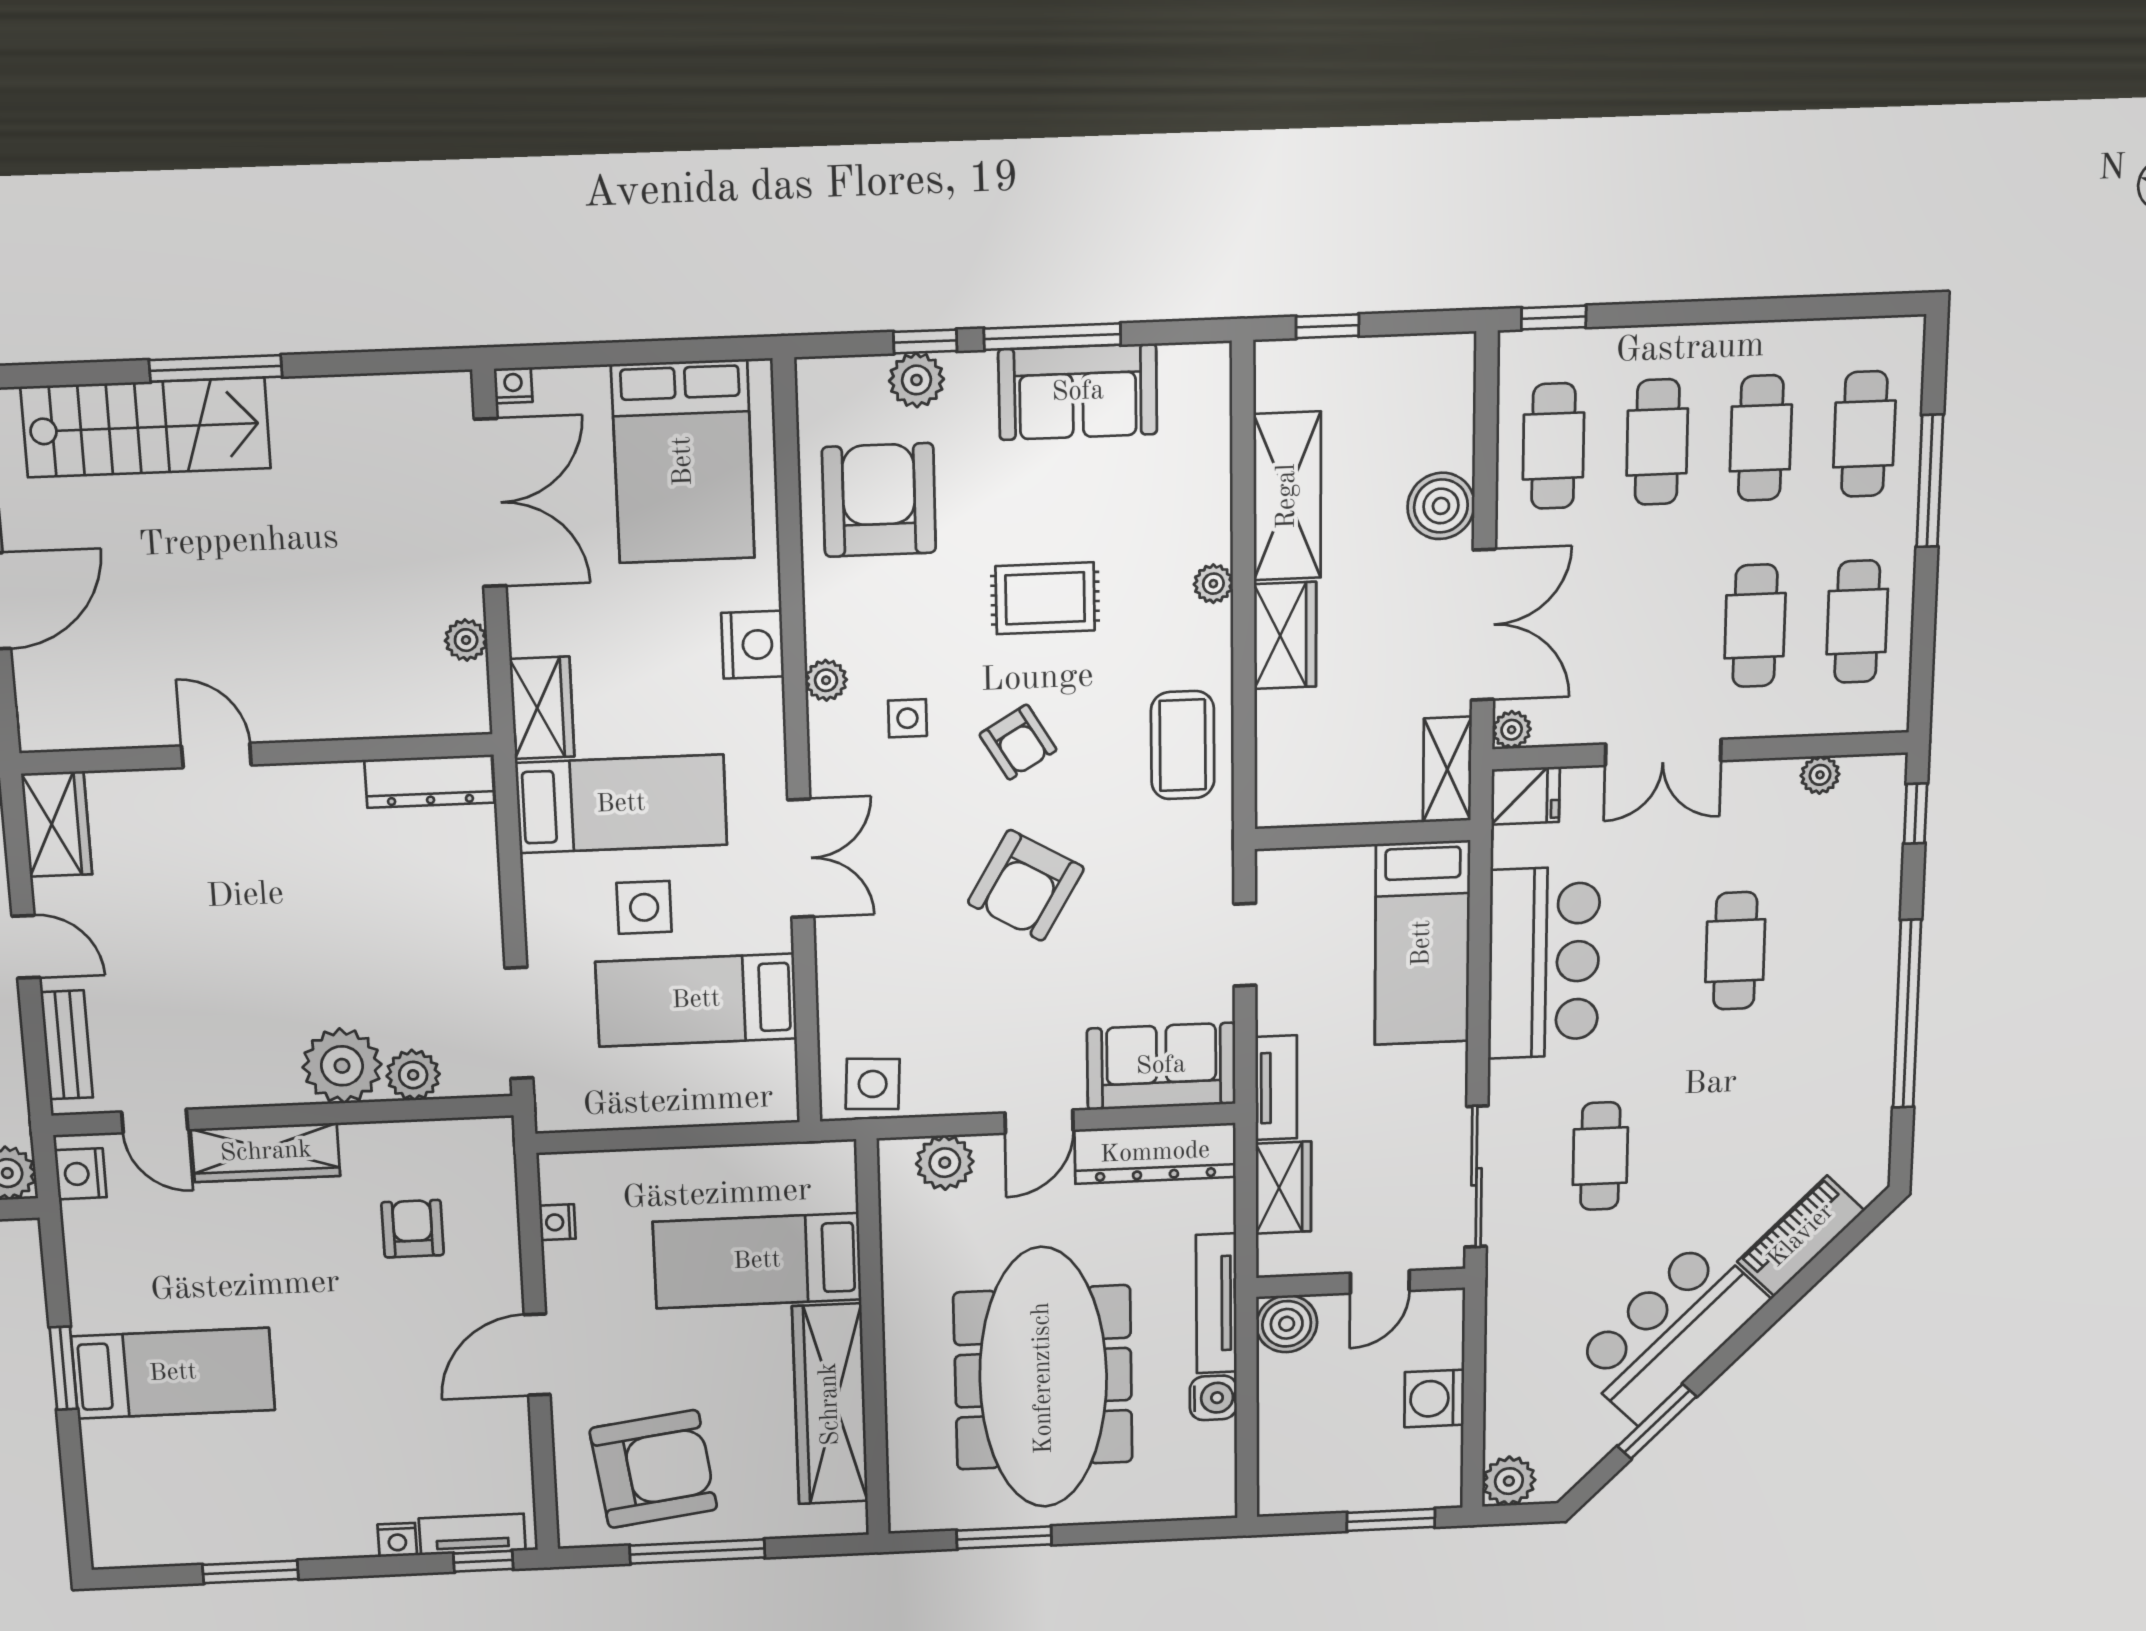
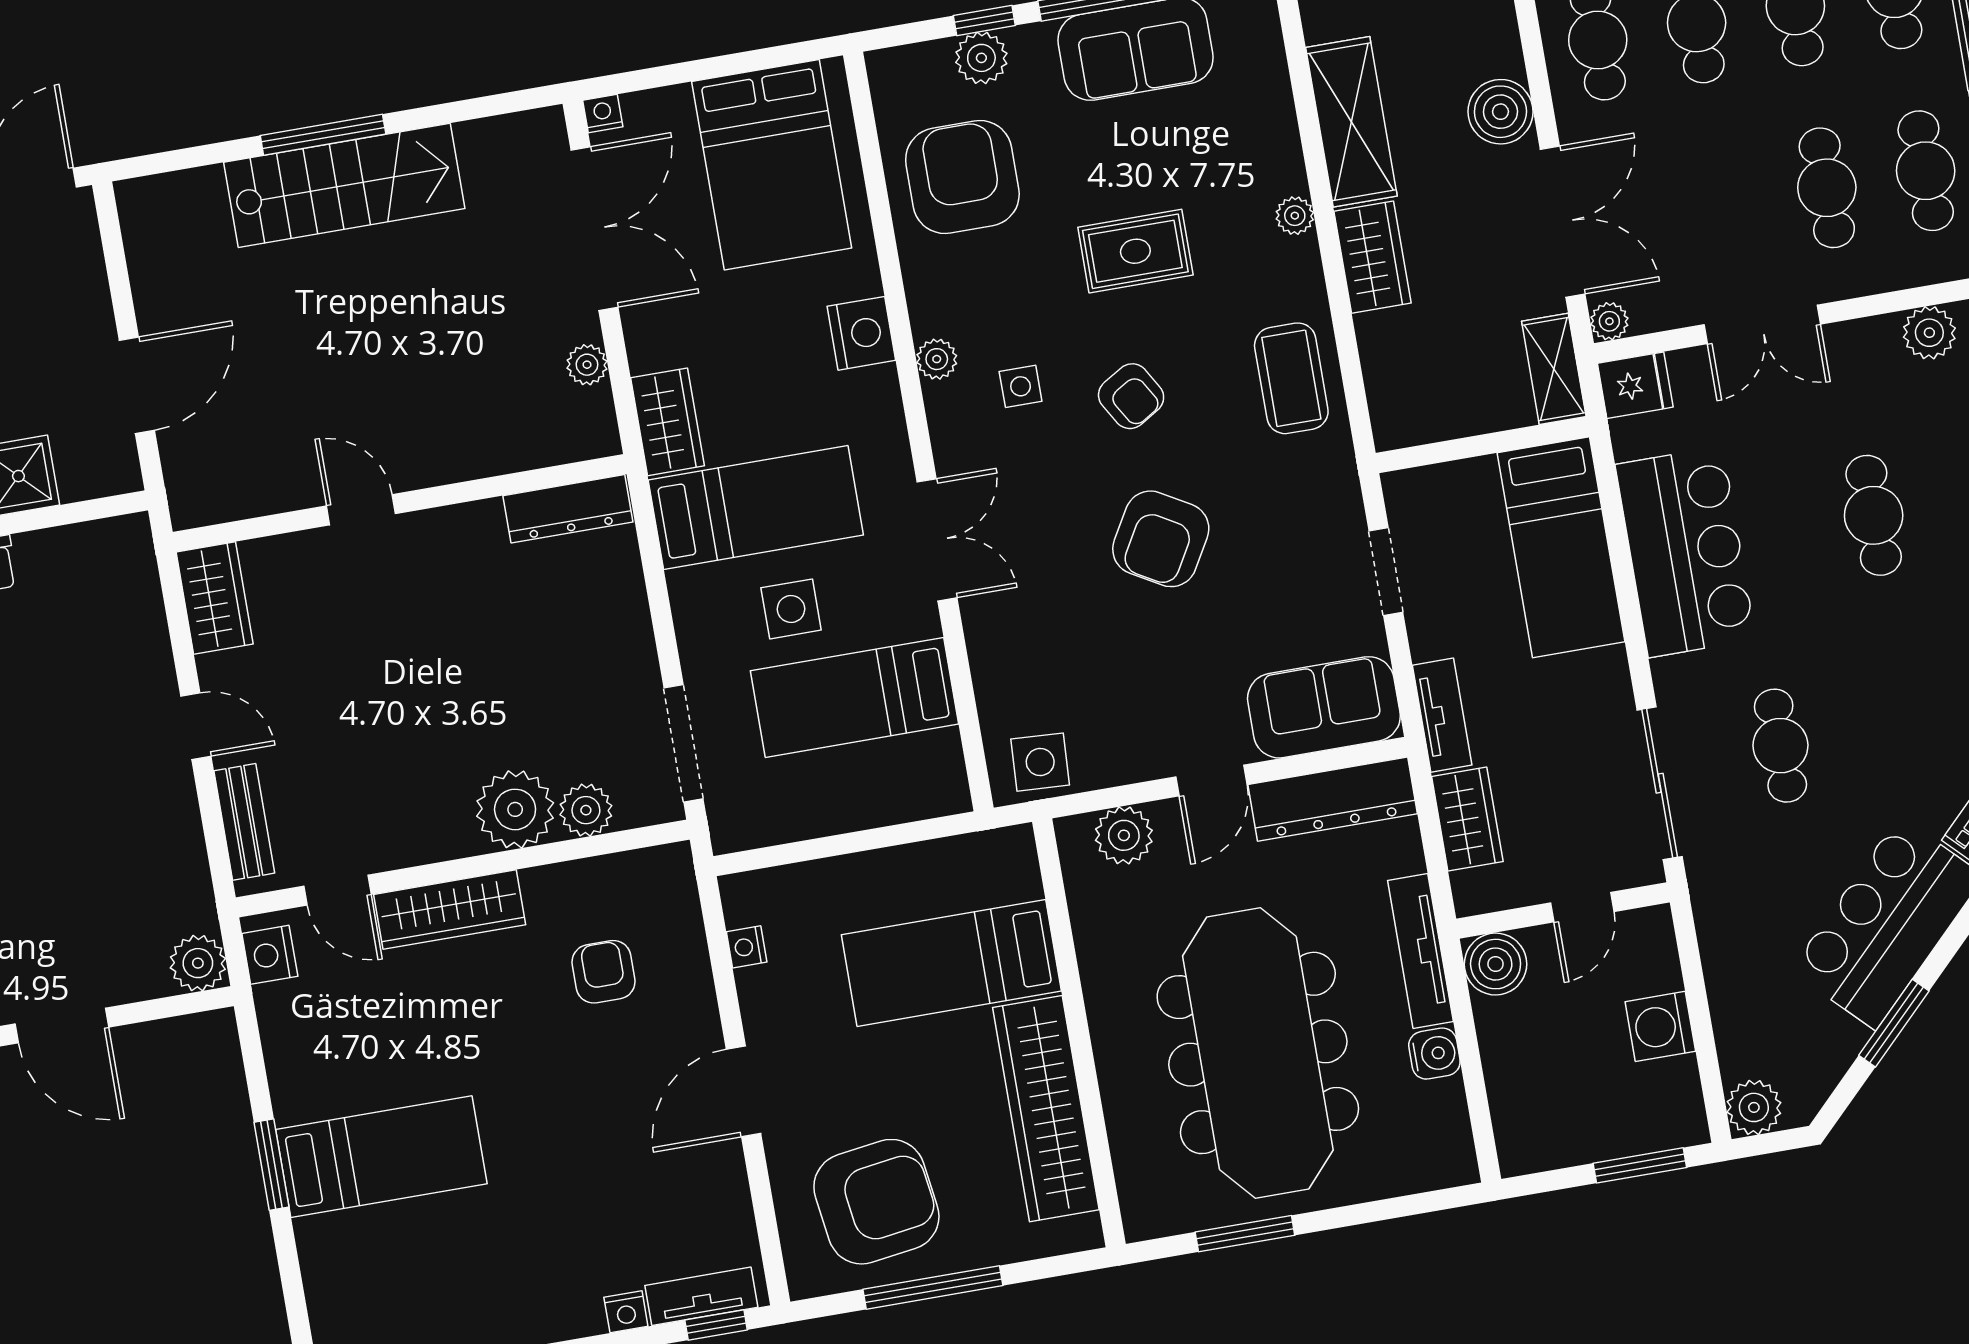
stairs: (146, 427) -> (344, 185), moved
plant: (1820, 775) -> (1929, 333), width x1.38, depth x1.38

